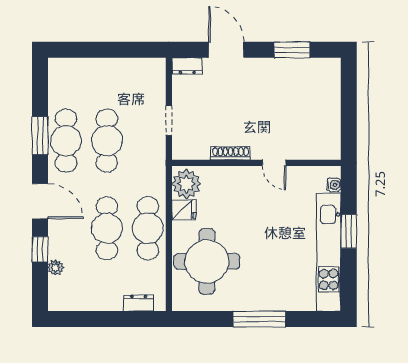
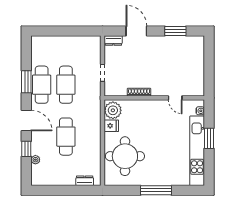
door: (274, 163) -> (175, 98), moved
cafe table: (148, 228) -> (90, 137), removed

